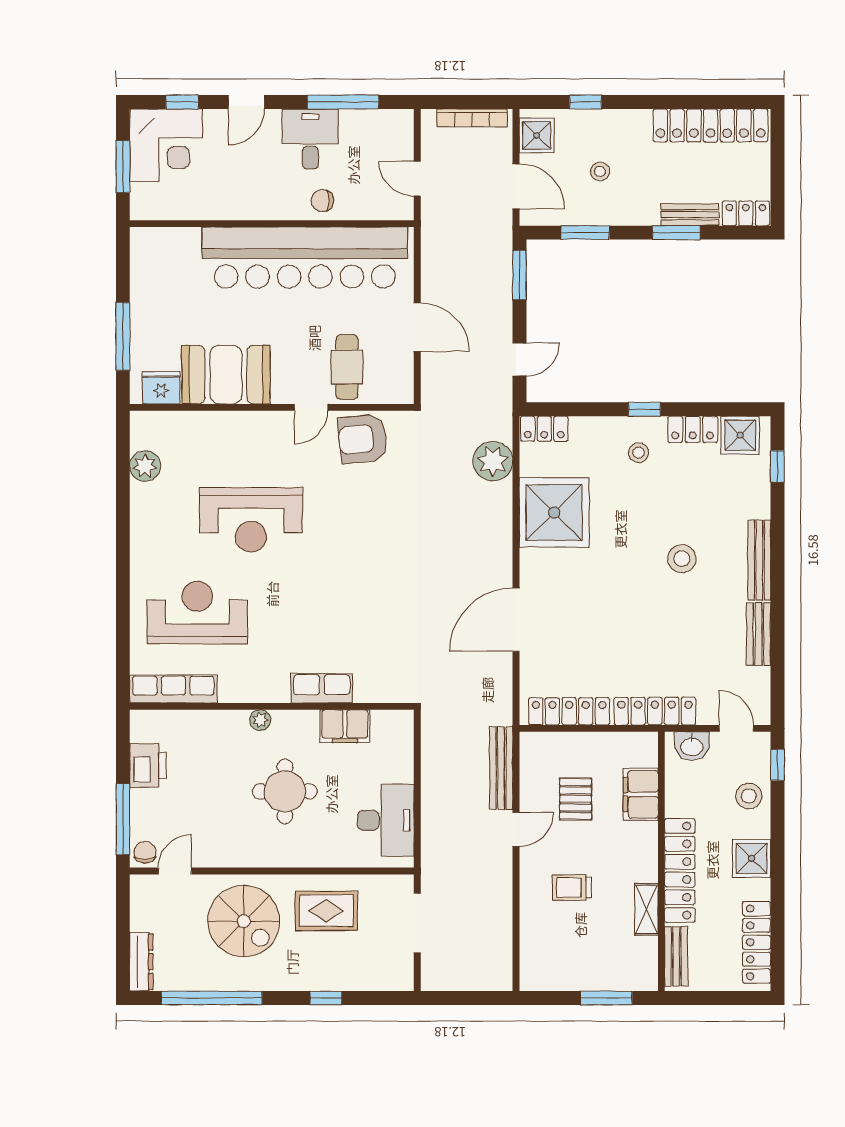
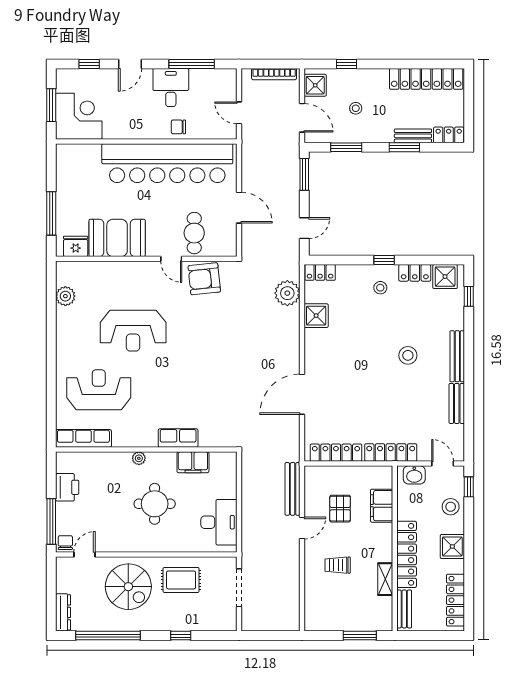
corner desk: (166, 145) -> (79, 116), moved, turned -90
door: (311, 407) -> (171, 259), hinge flipped
shower: (554, 513) -> (316, 316), width x0.54, depth x0.54

